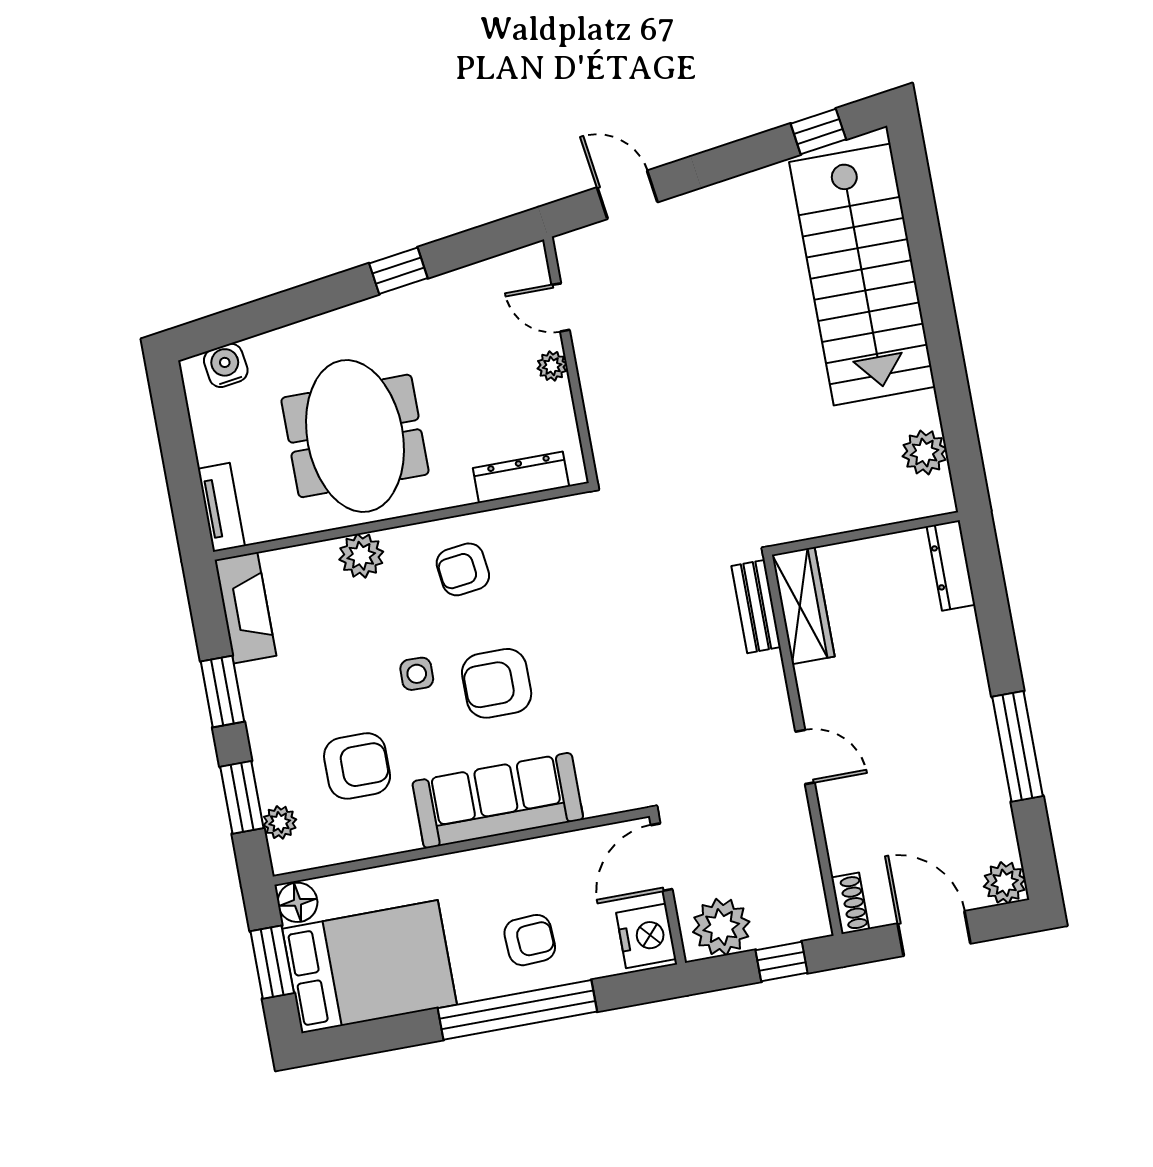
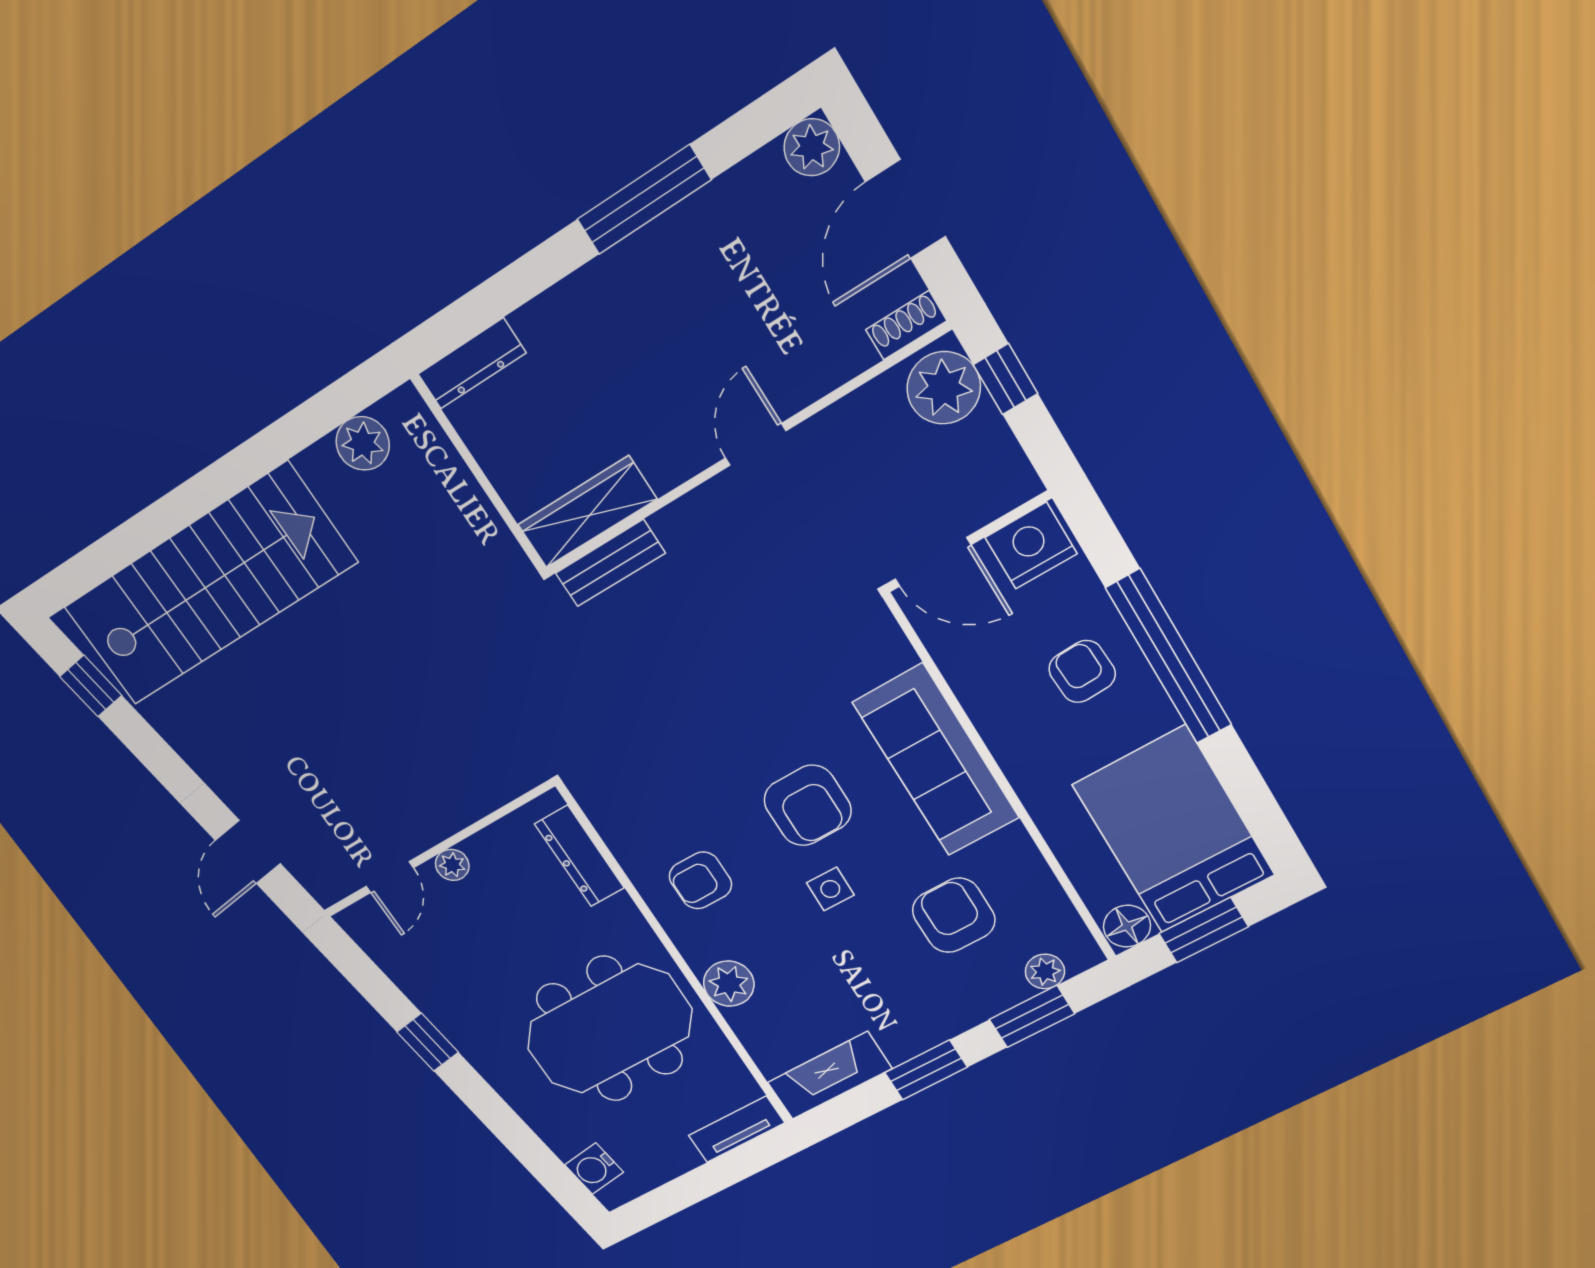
armchair: (463, 569) -> (700, 880), turned 97
plant: (721, 927) -> (944, 388), moved

